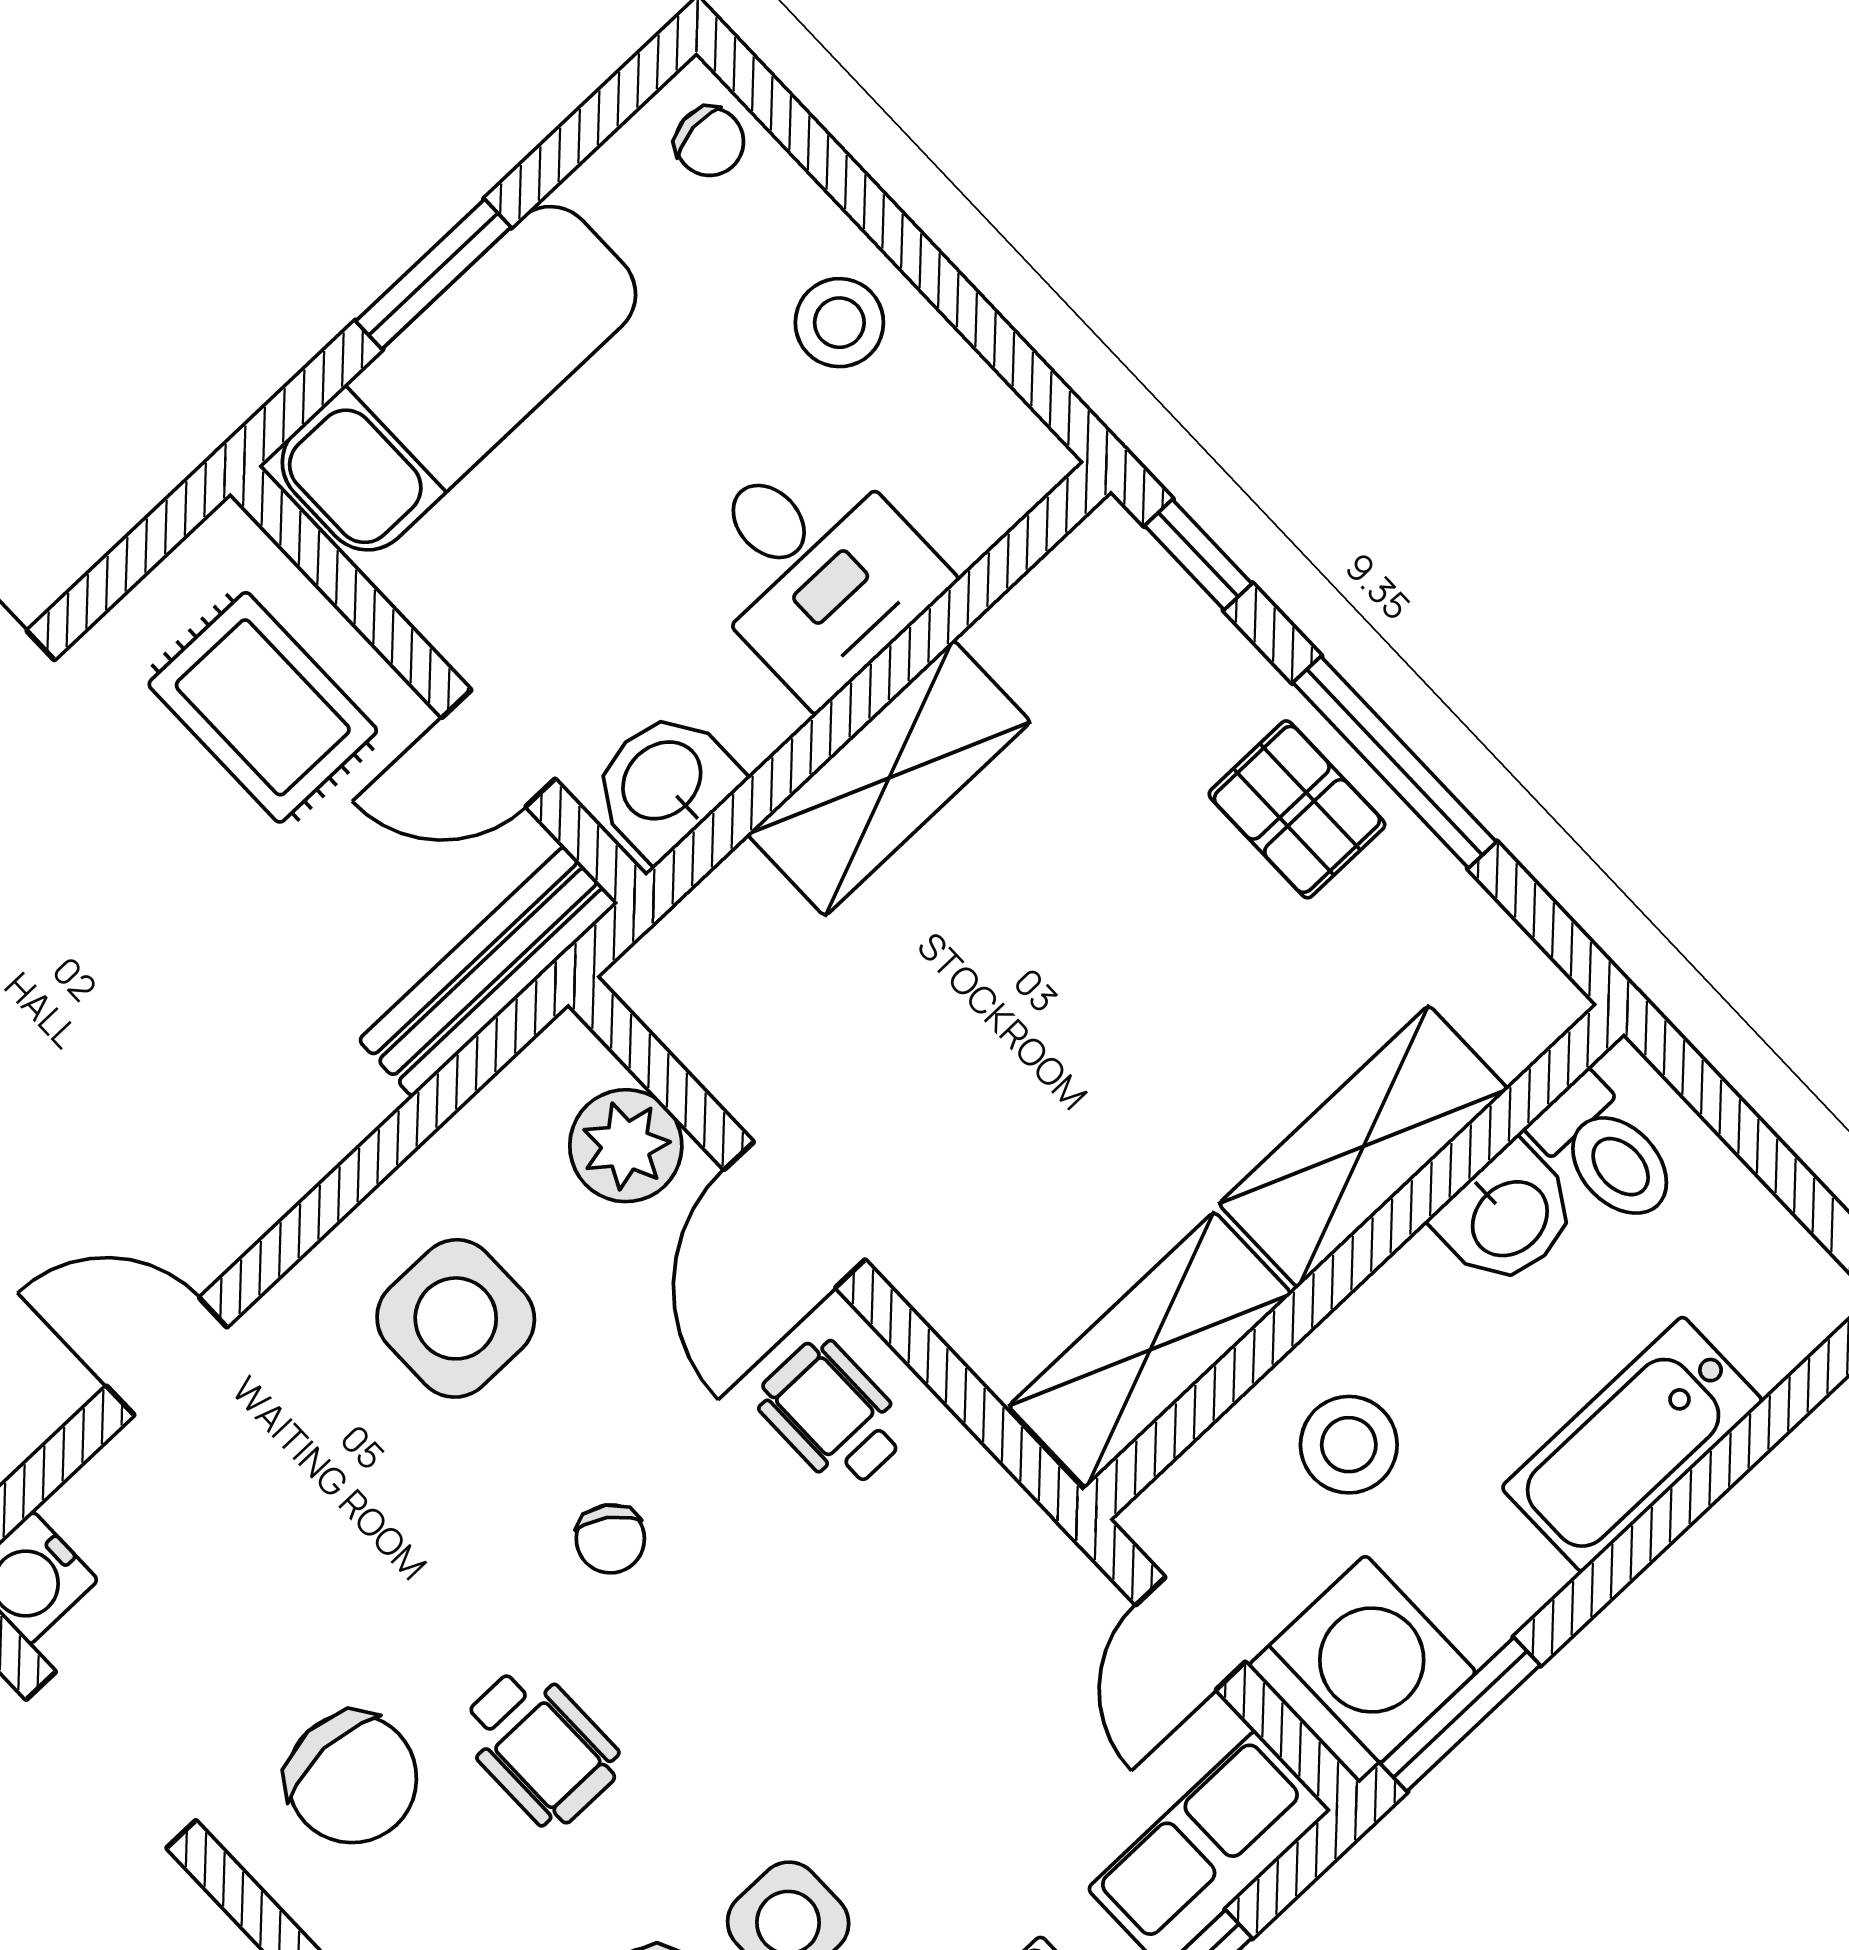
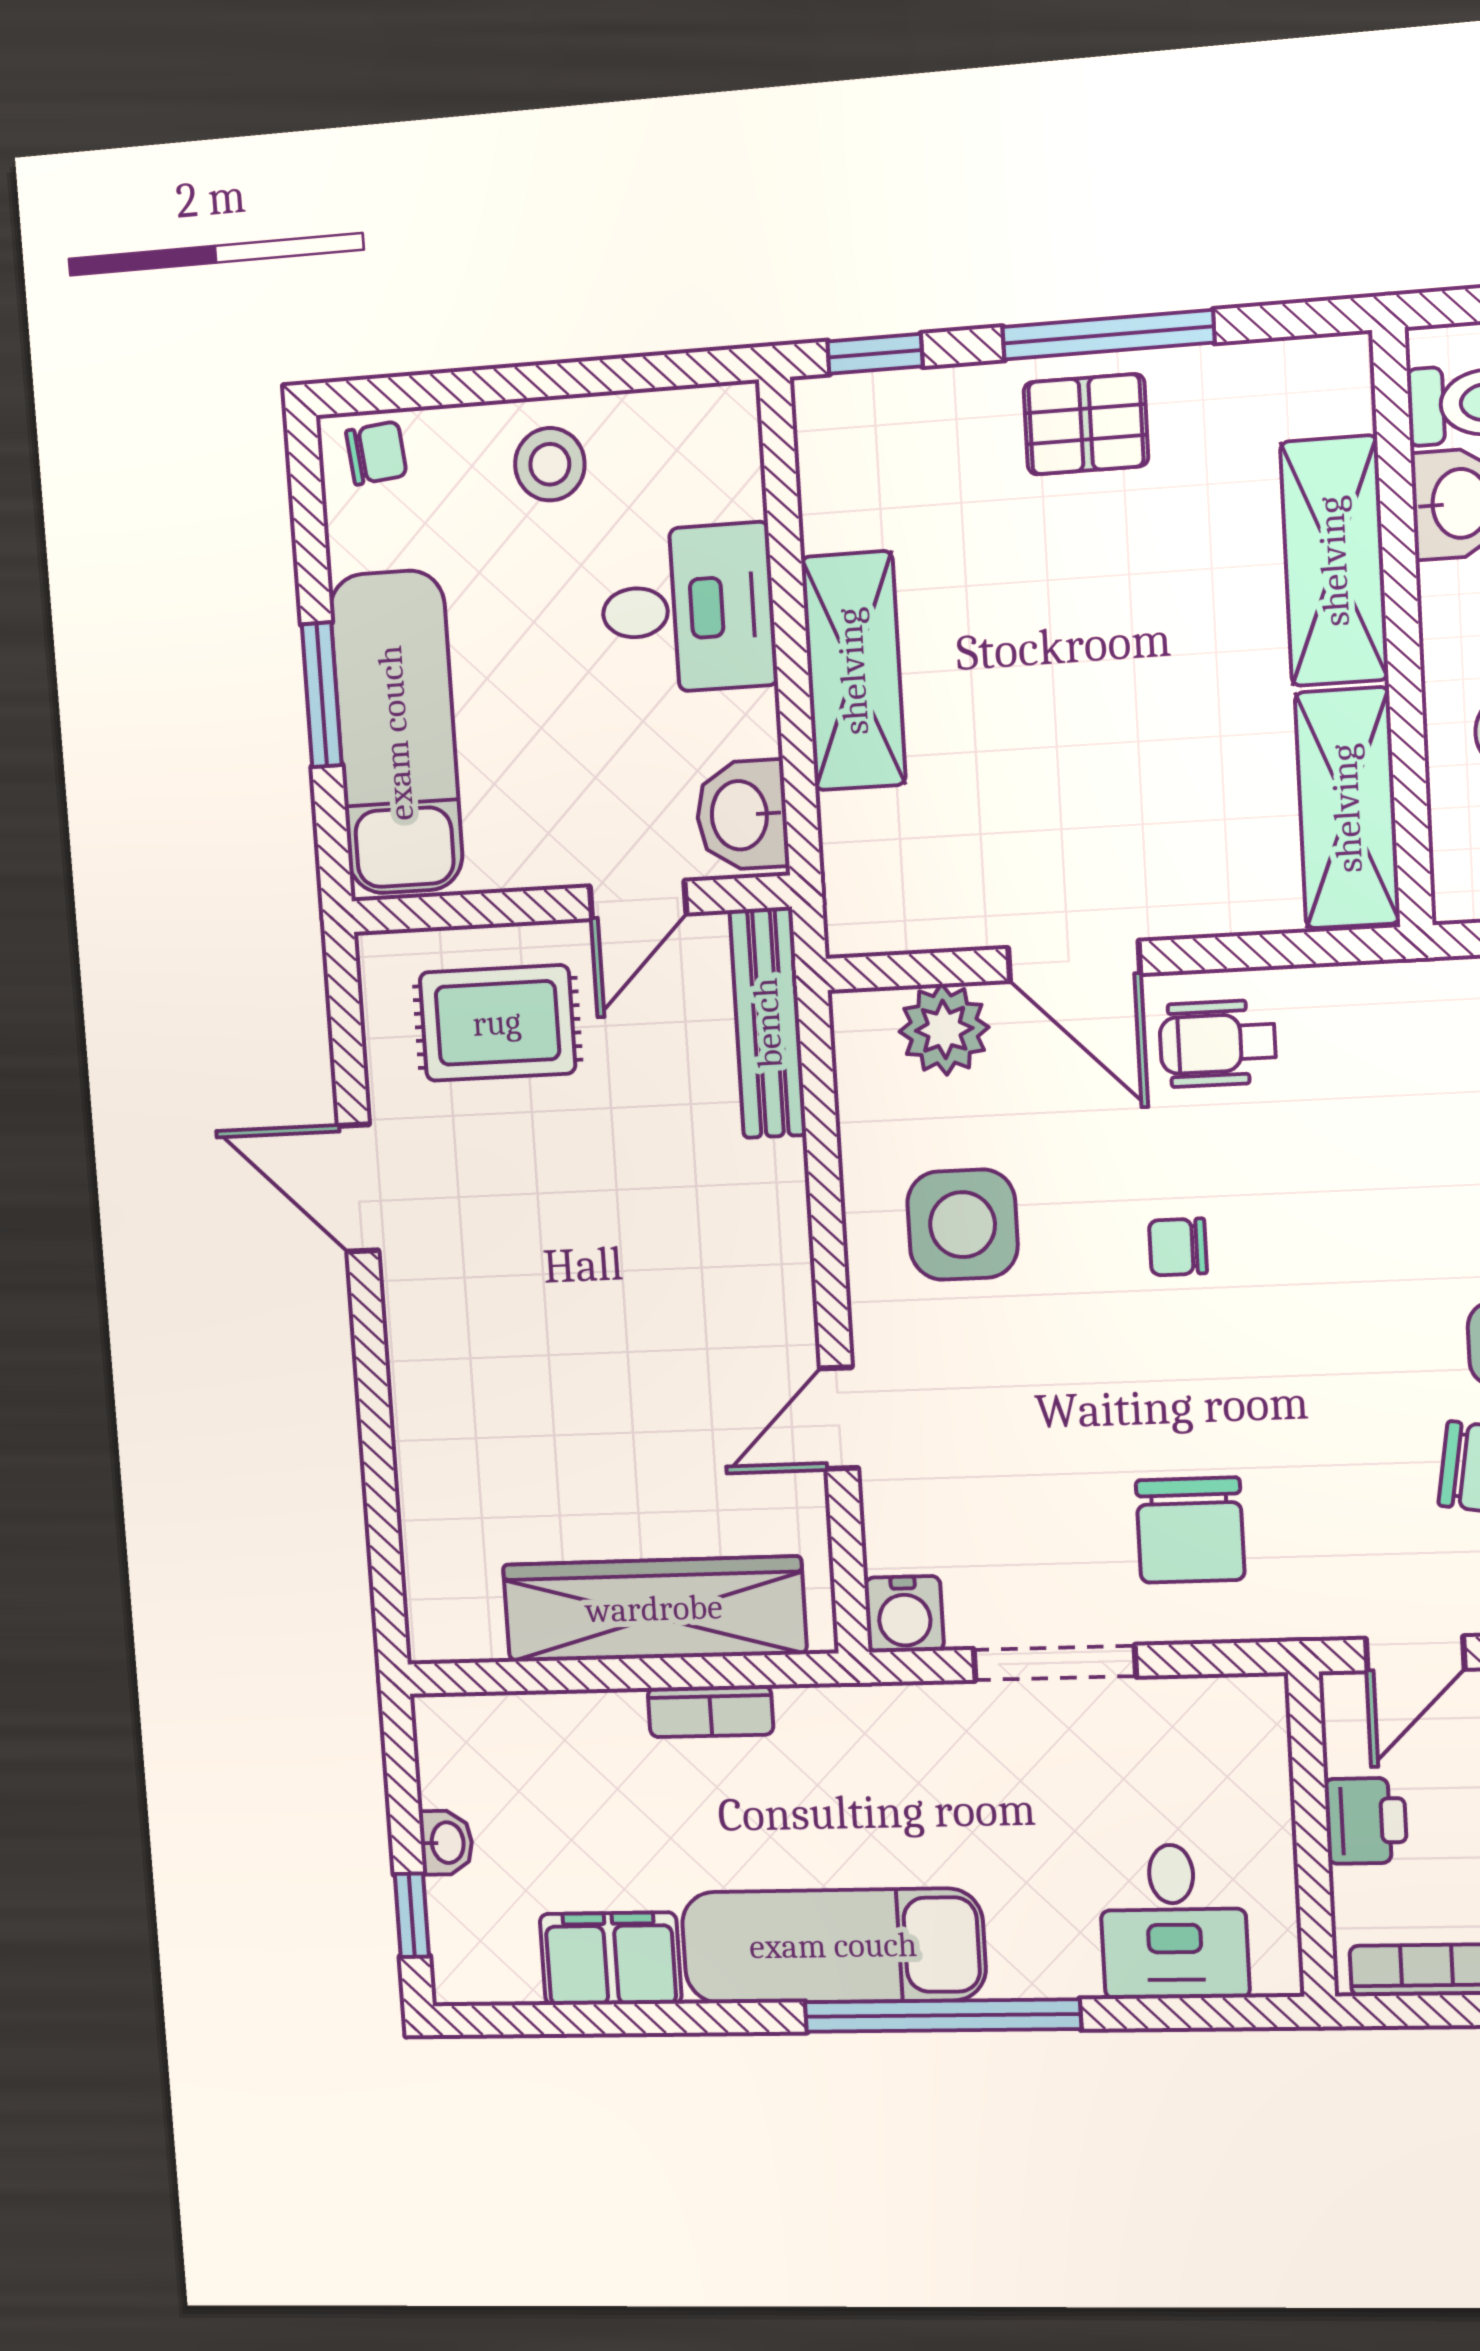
chair: (610, 1539) -> (1178, 1247), turned 145
wheelchair: (540, 1746) -> (1269, 1400), removed
chair: (352, 1778) -> (1190, 1530), turned 90

